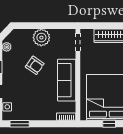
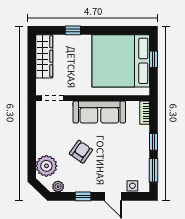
plant: (41, 38) -> (46, 166), moved
window: (43, 124) -> (153, 142), added

